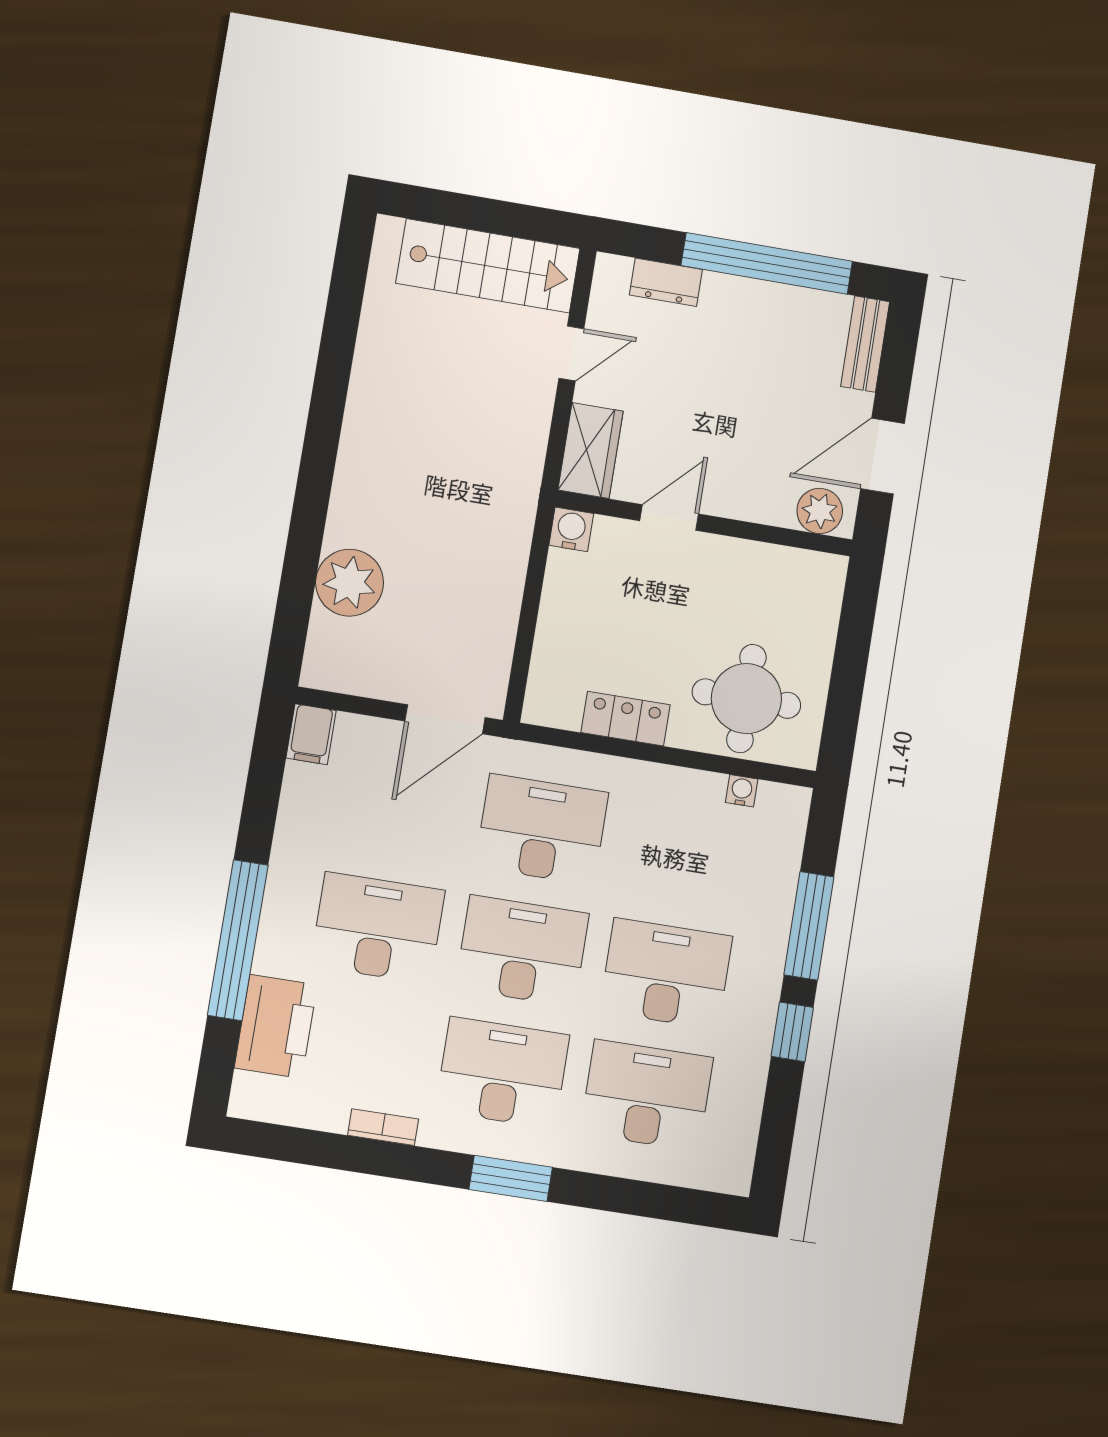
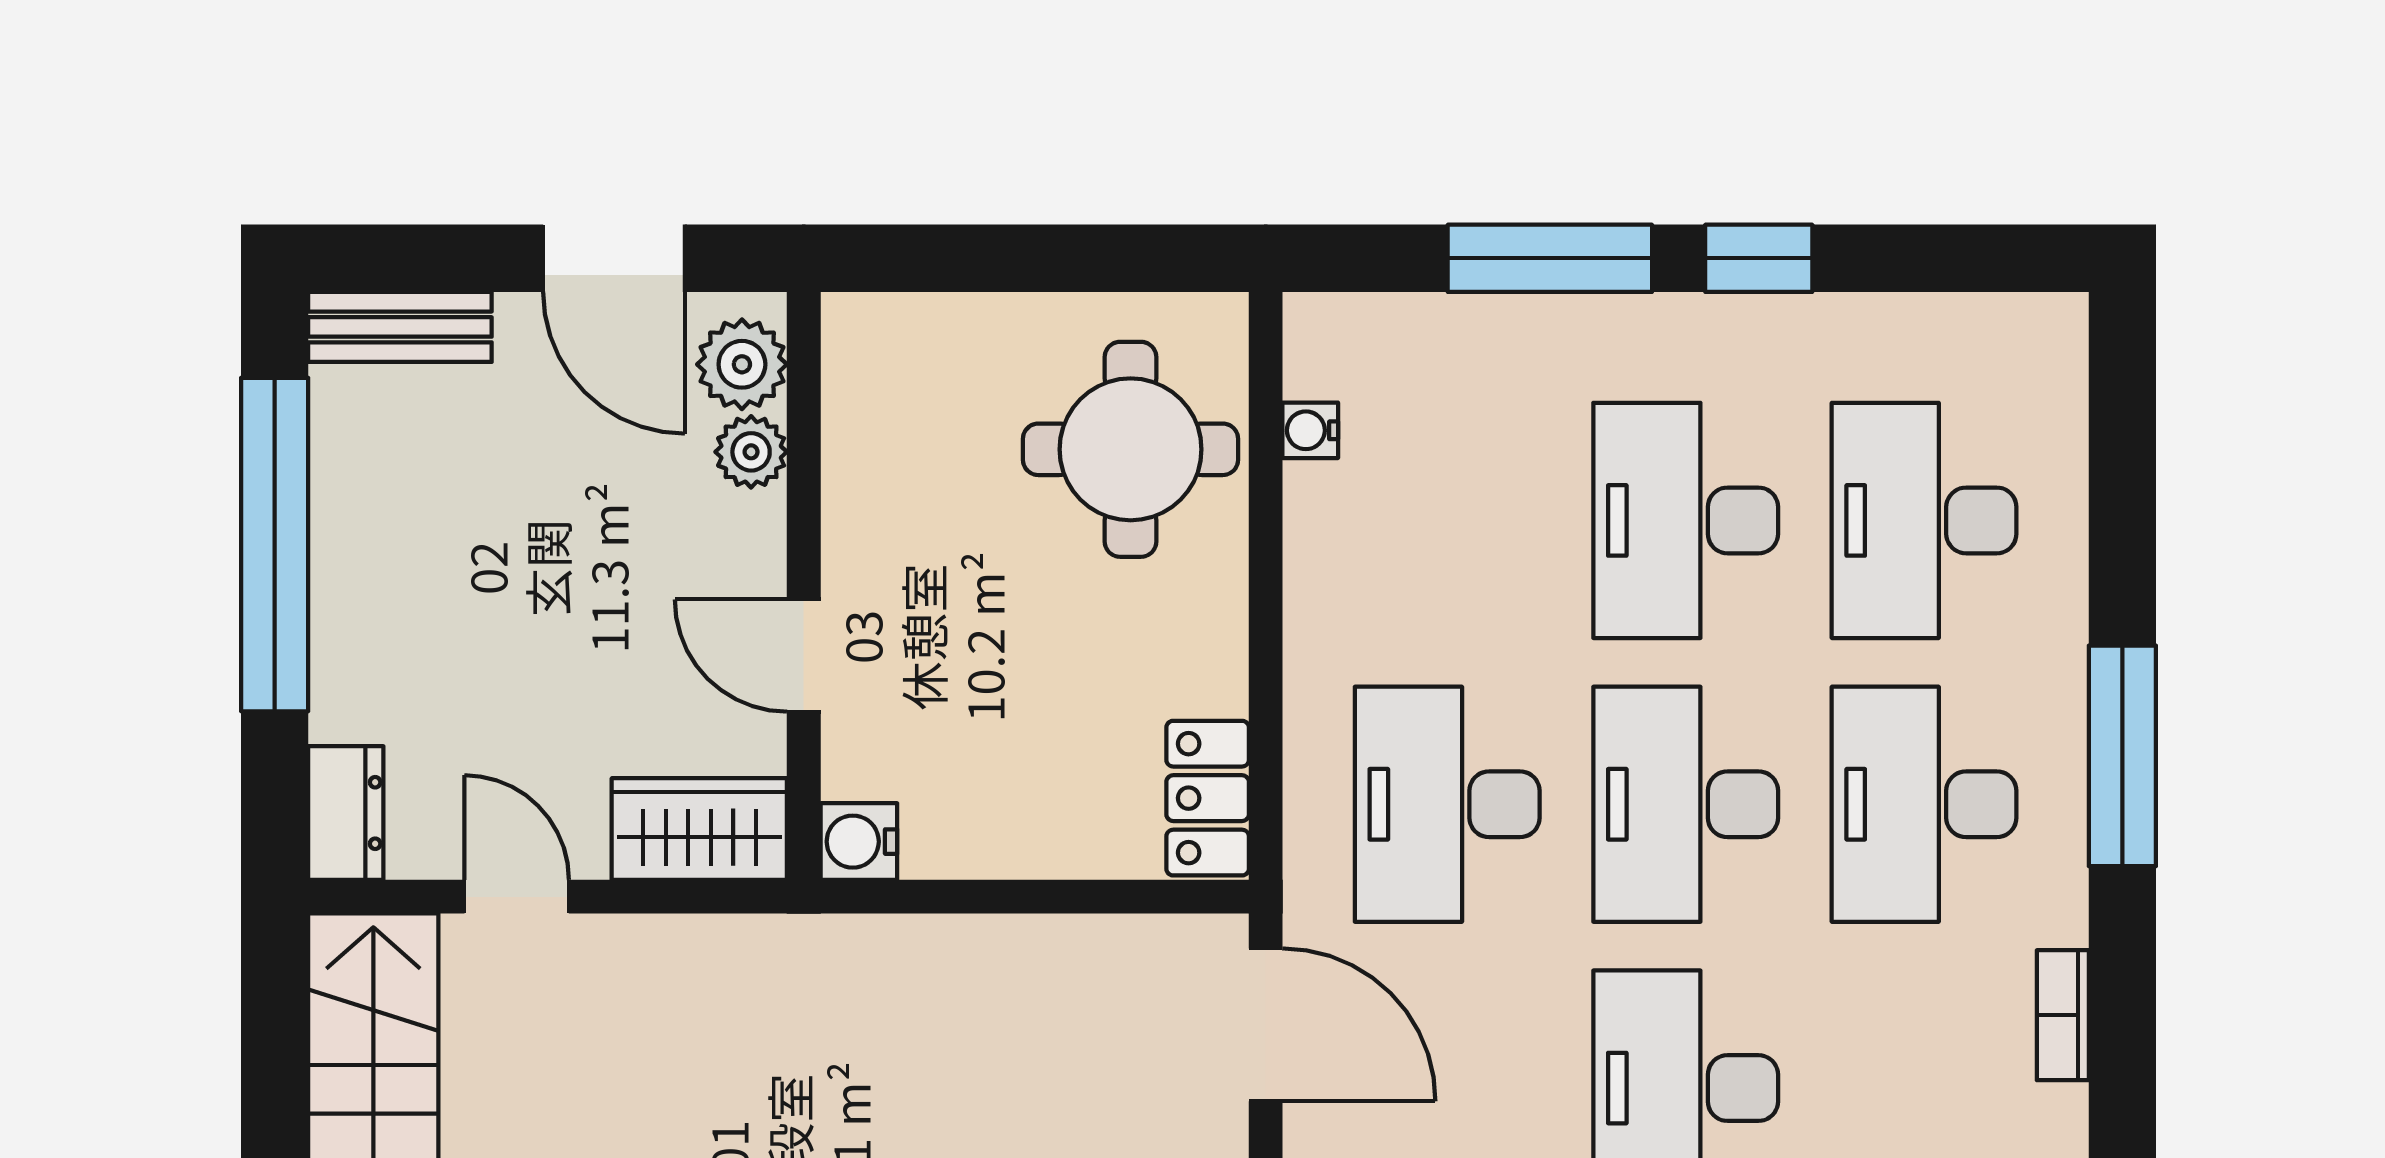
dresser: (666, 282) -> (346, 813), moved
plant: (775, 508) -> (751, 452), added
locker: (626, 719) -> (1208, 798), moved
window: (511, 1178) -> (2122, 756), width x1.44

